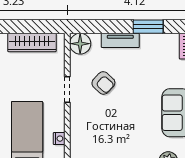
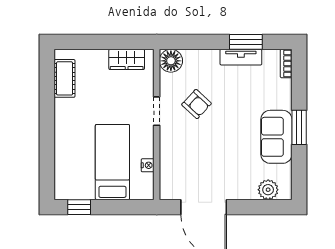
tv unit: (120, 40) -> (241, 57), moved
wardrobe: (32, 43) -> (127, 59), width x0.67

